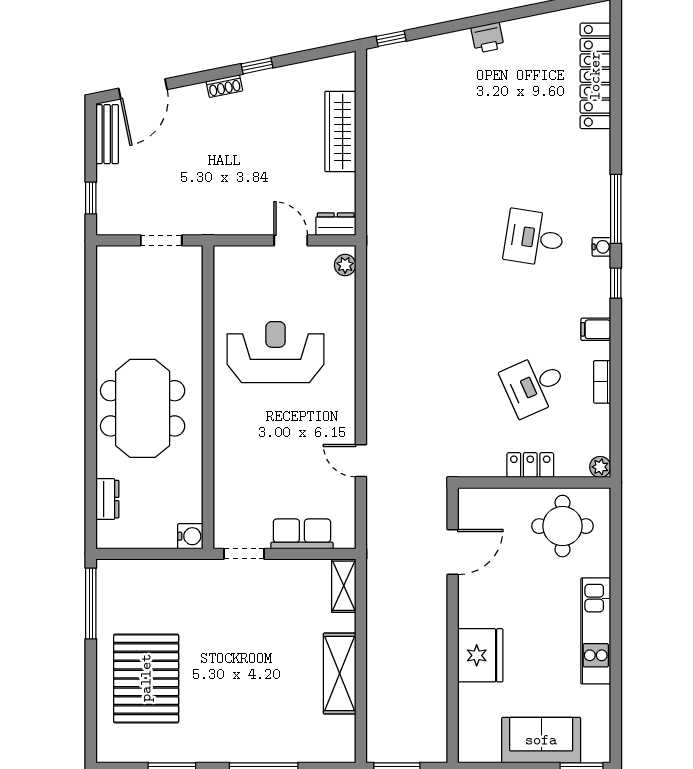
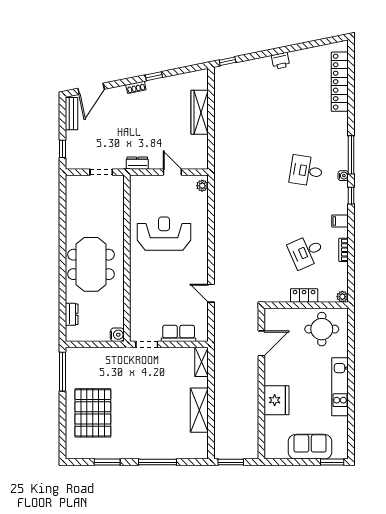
dresser: (336, 224) -> (137, 163), moved

